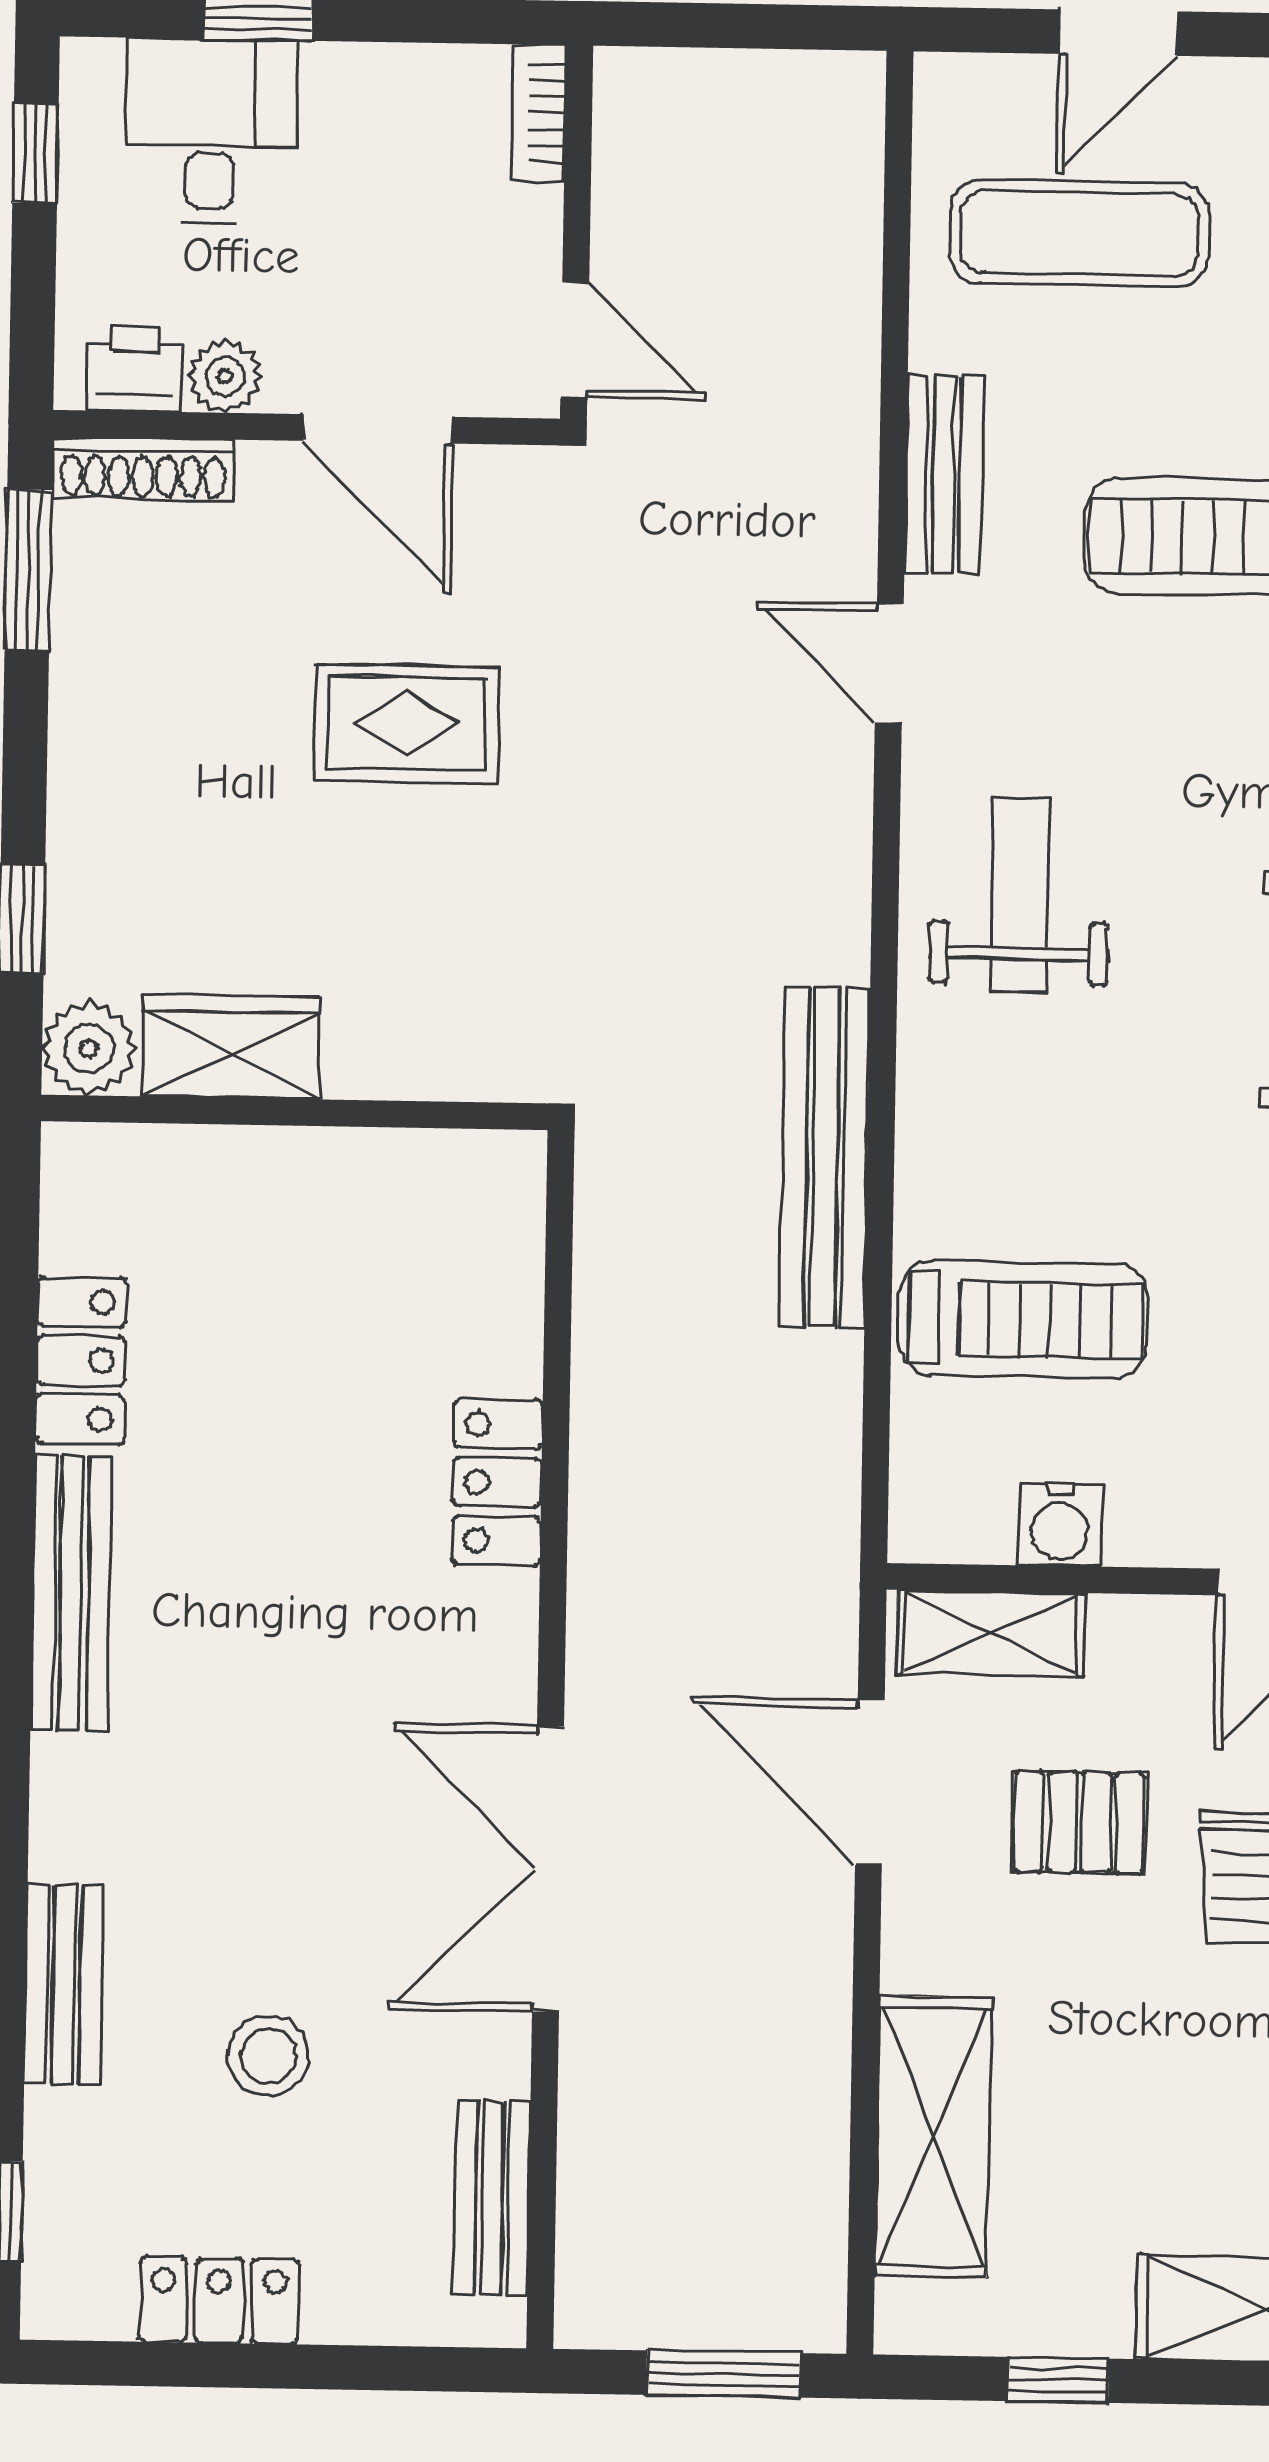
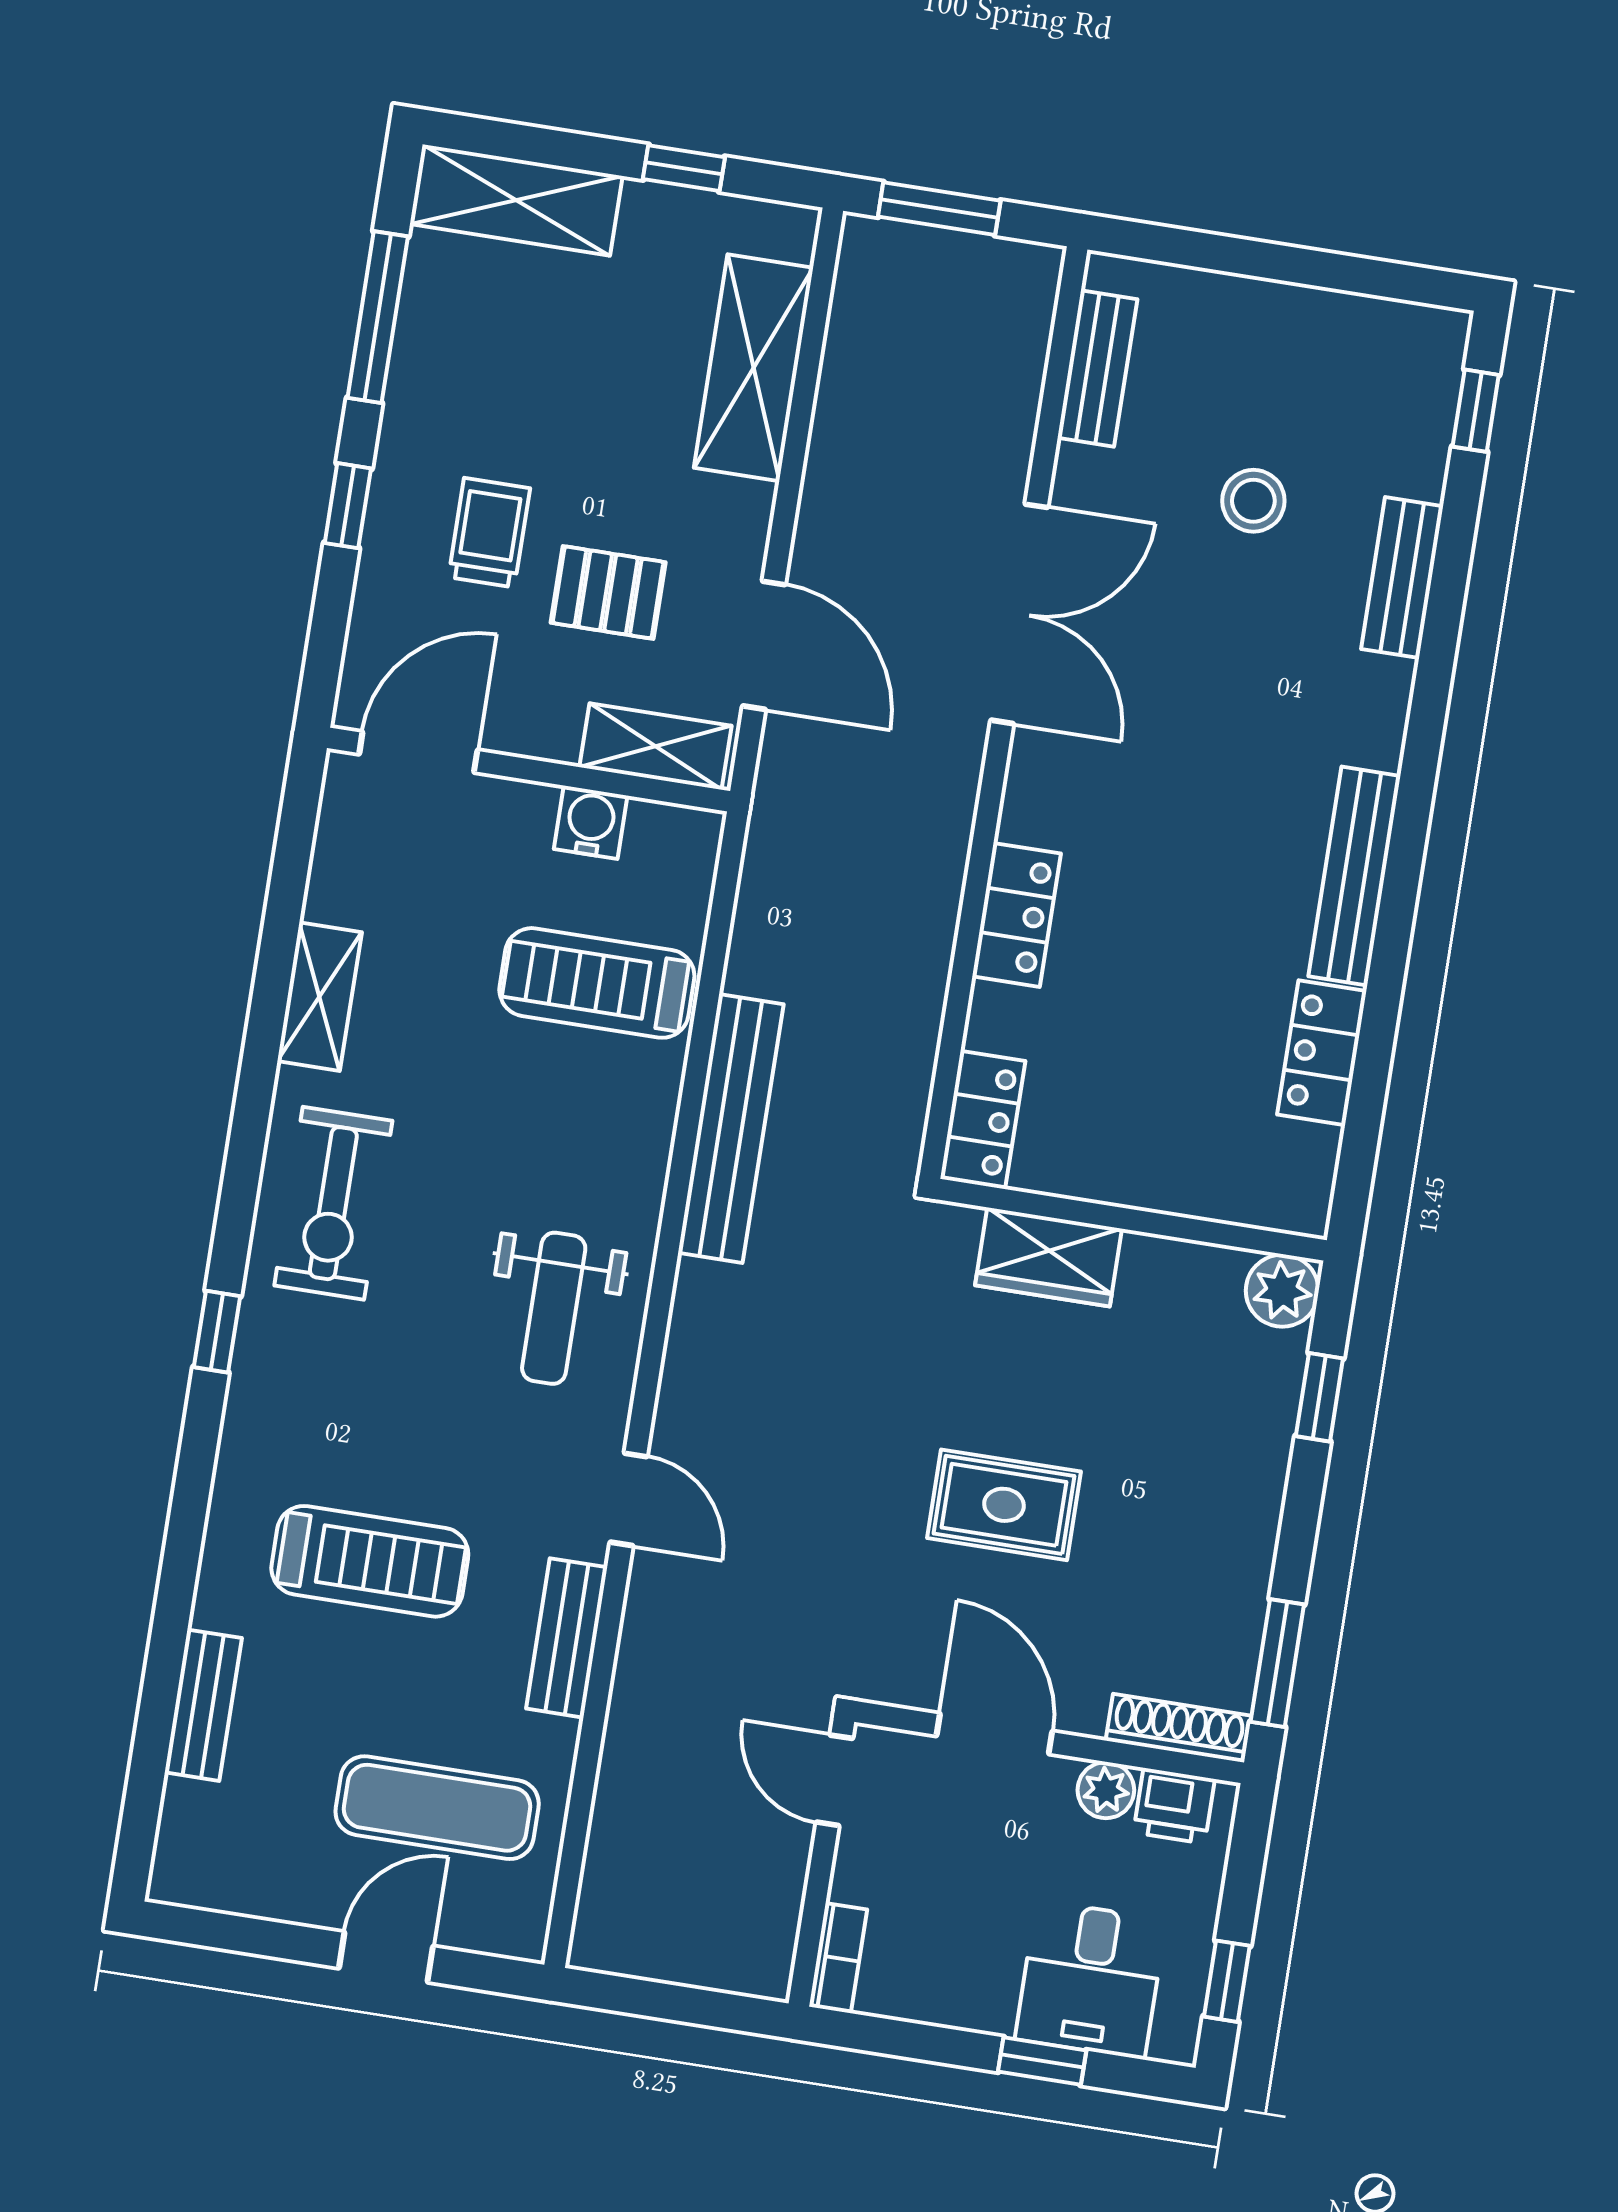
wardrobe: (231, 1047) -> (1049, 1257), moved
locker: (219, 2300) -> (983, 1120), moved, turned -90

